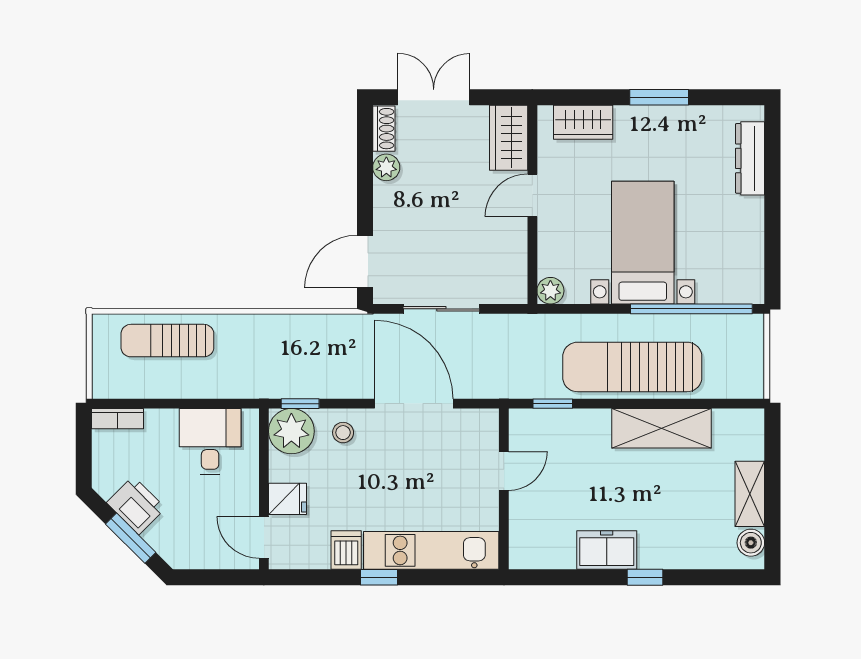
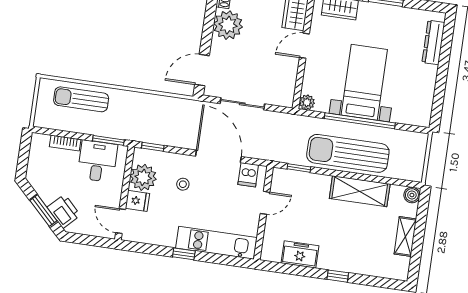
plant: (386, 167) -> (228, 25), width x1.88, depth x1.88
window: (691, 309) -> (360, 121), moved
window: (224, 404) -> (108, 140), added
bookcase: (118, 419) -> (65, 143), moved
plant: (291, 431) -> (143, 177), moved
stool: (343, 433) -> (183, 184), moved
printer: (136, 505) -> (64, 211), moved
boiler: (751, 543) -> (412, 195), moved
dishwasher: (346, 550) -> (248, 175), moved, turned 180
freezer: (607, 550) -> (300, 254), moved

